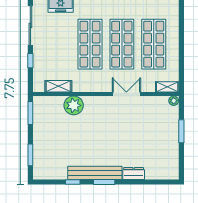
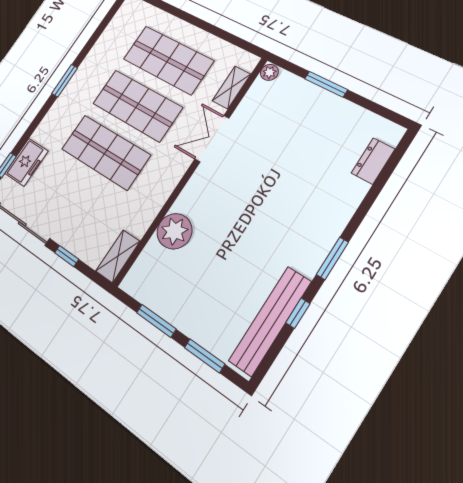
shelving: (58, 86) -> (118, 256), moved
shelving: (167, 87) -> (231, 88), moved
window: (30, 113) -> (156, 321), moved
bench: (95, 173) -> (270, 321), moved
dresser: (134, 173) -> (373, 161), moved

